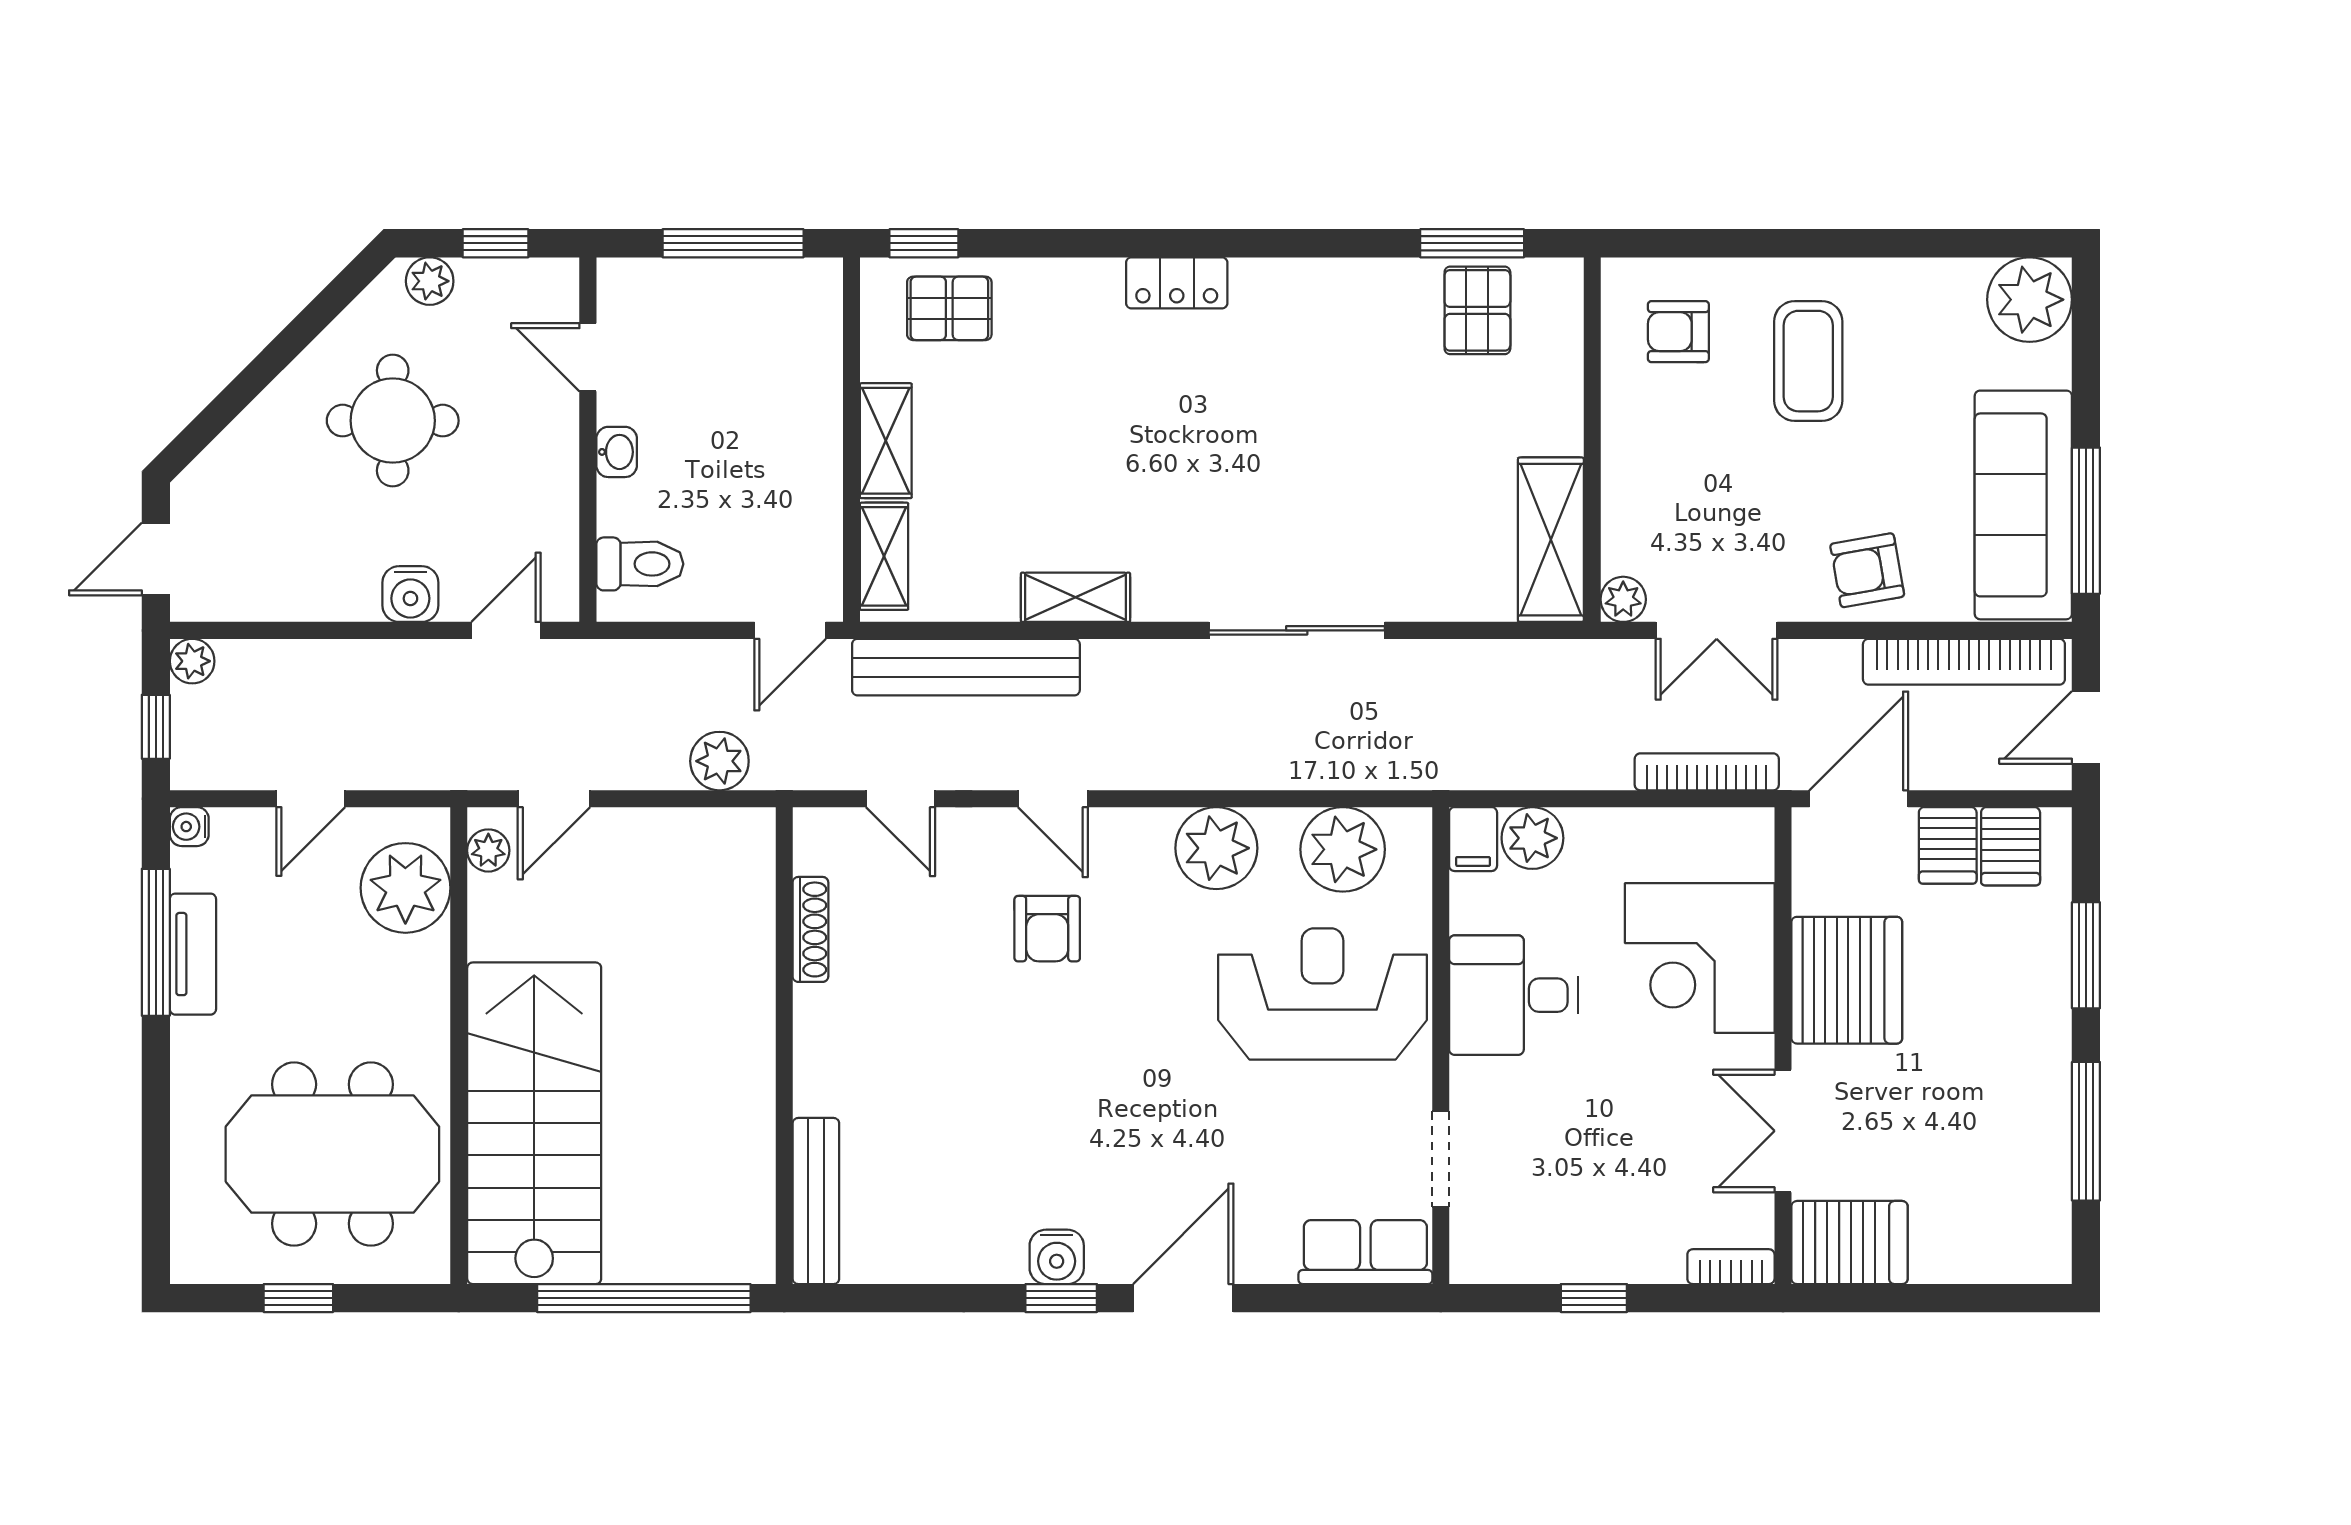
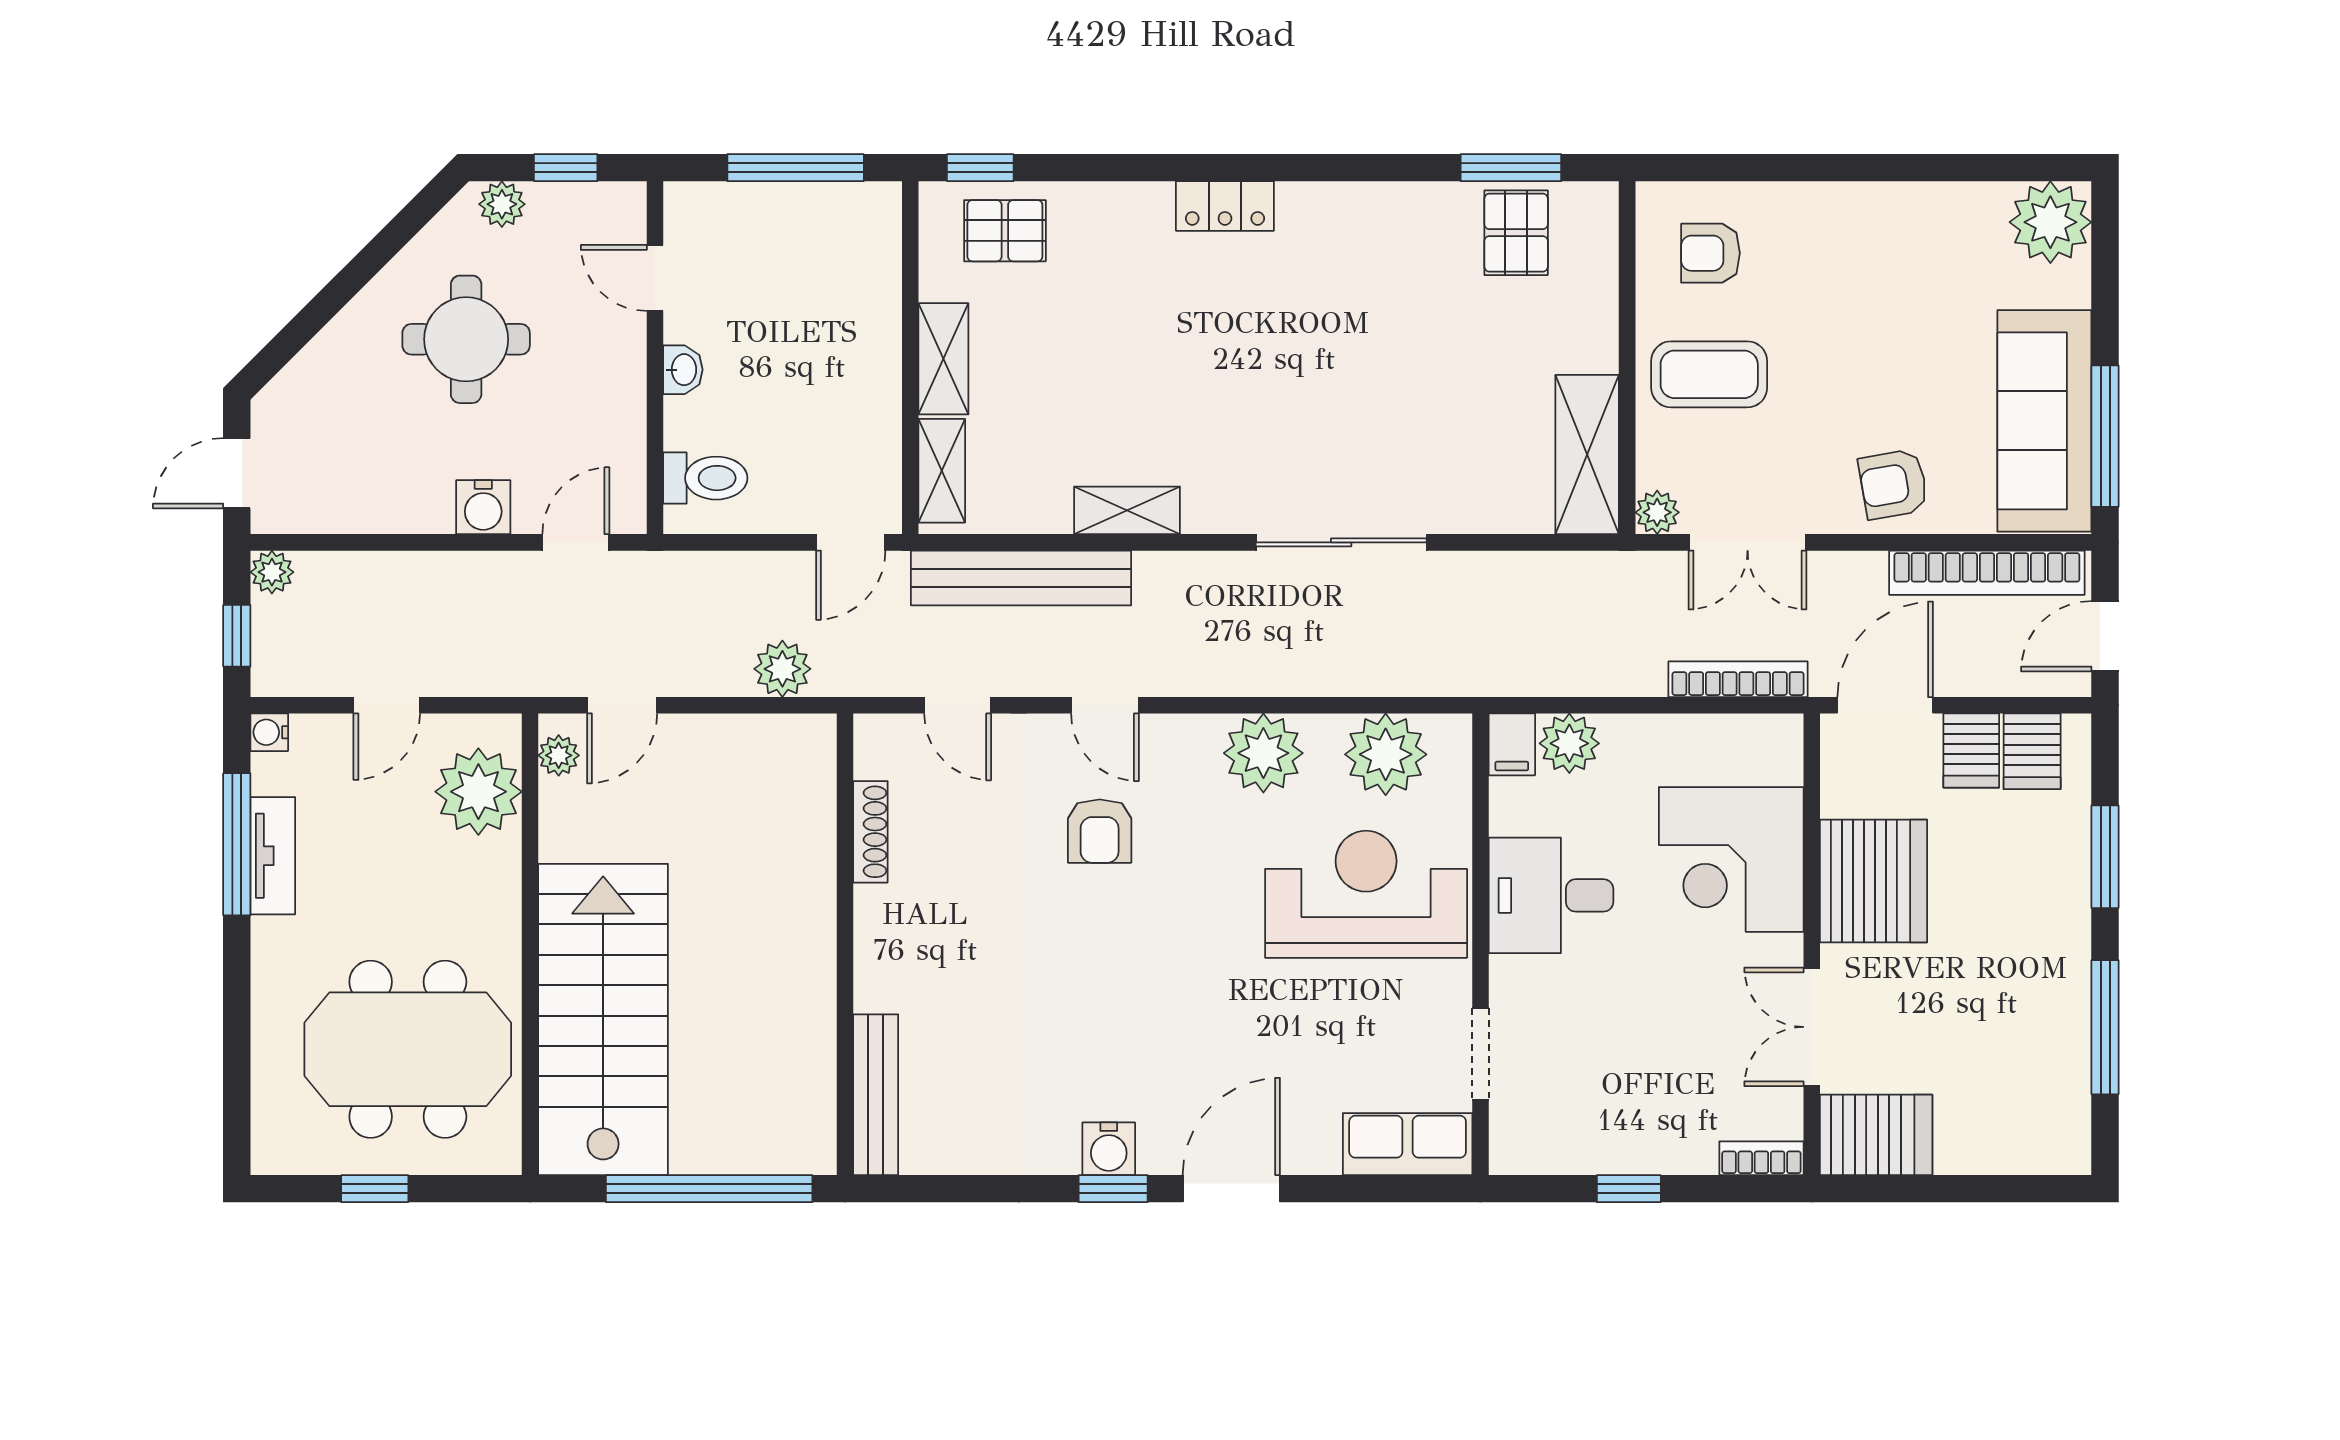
coffee table: (1808, 361) -> (1709, 374), moved, turned 90

